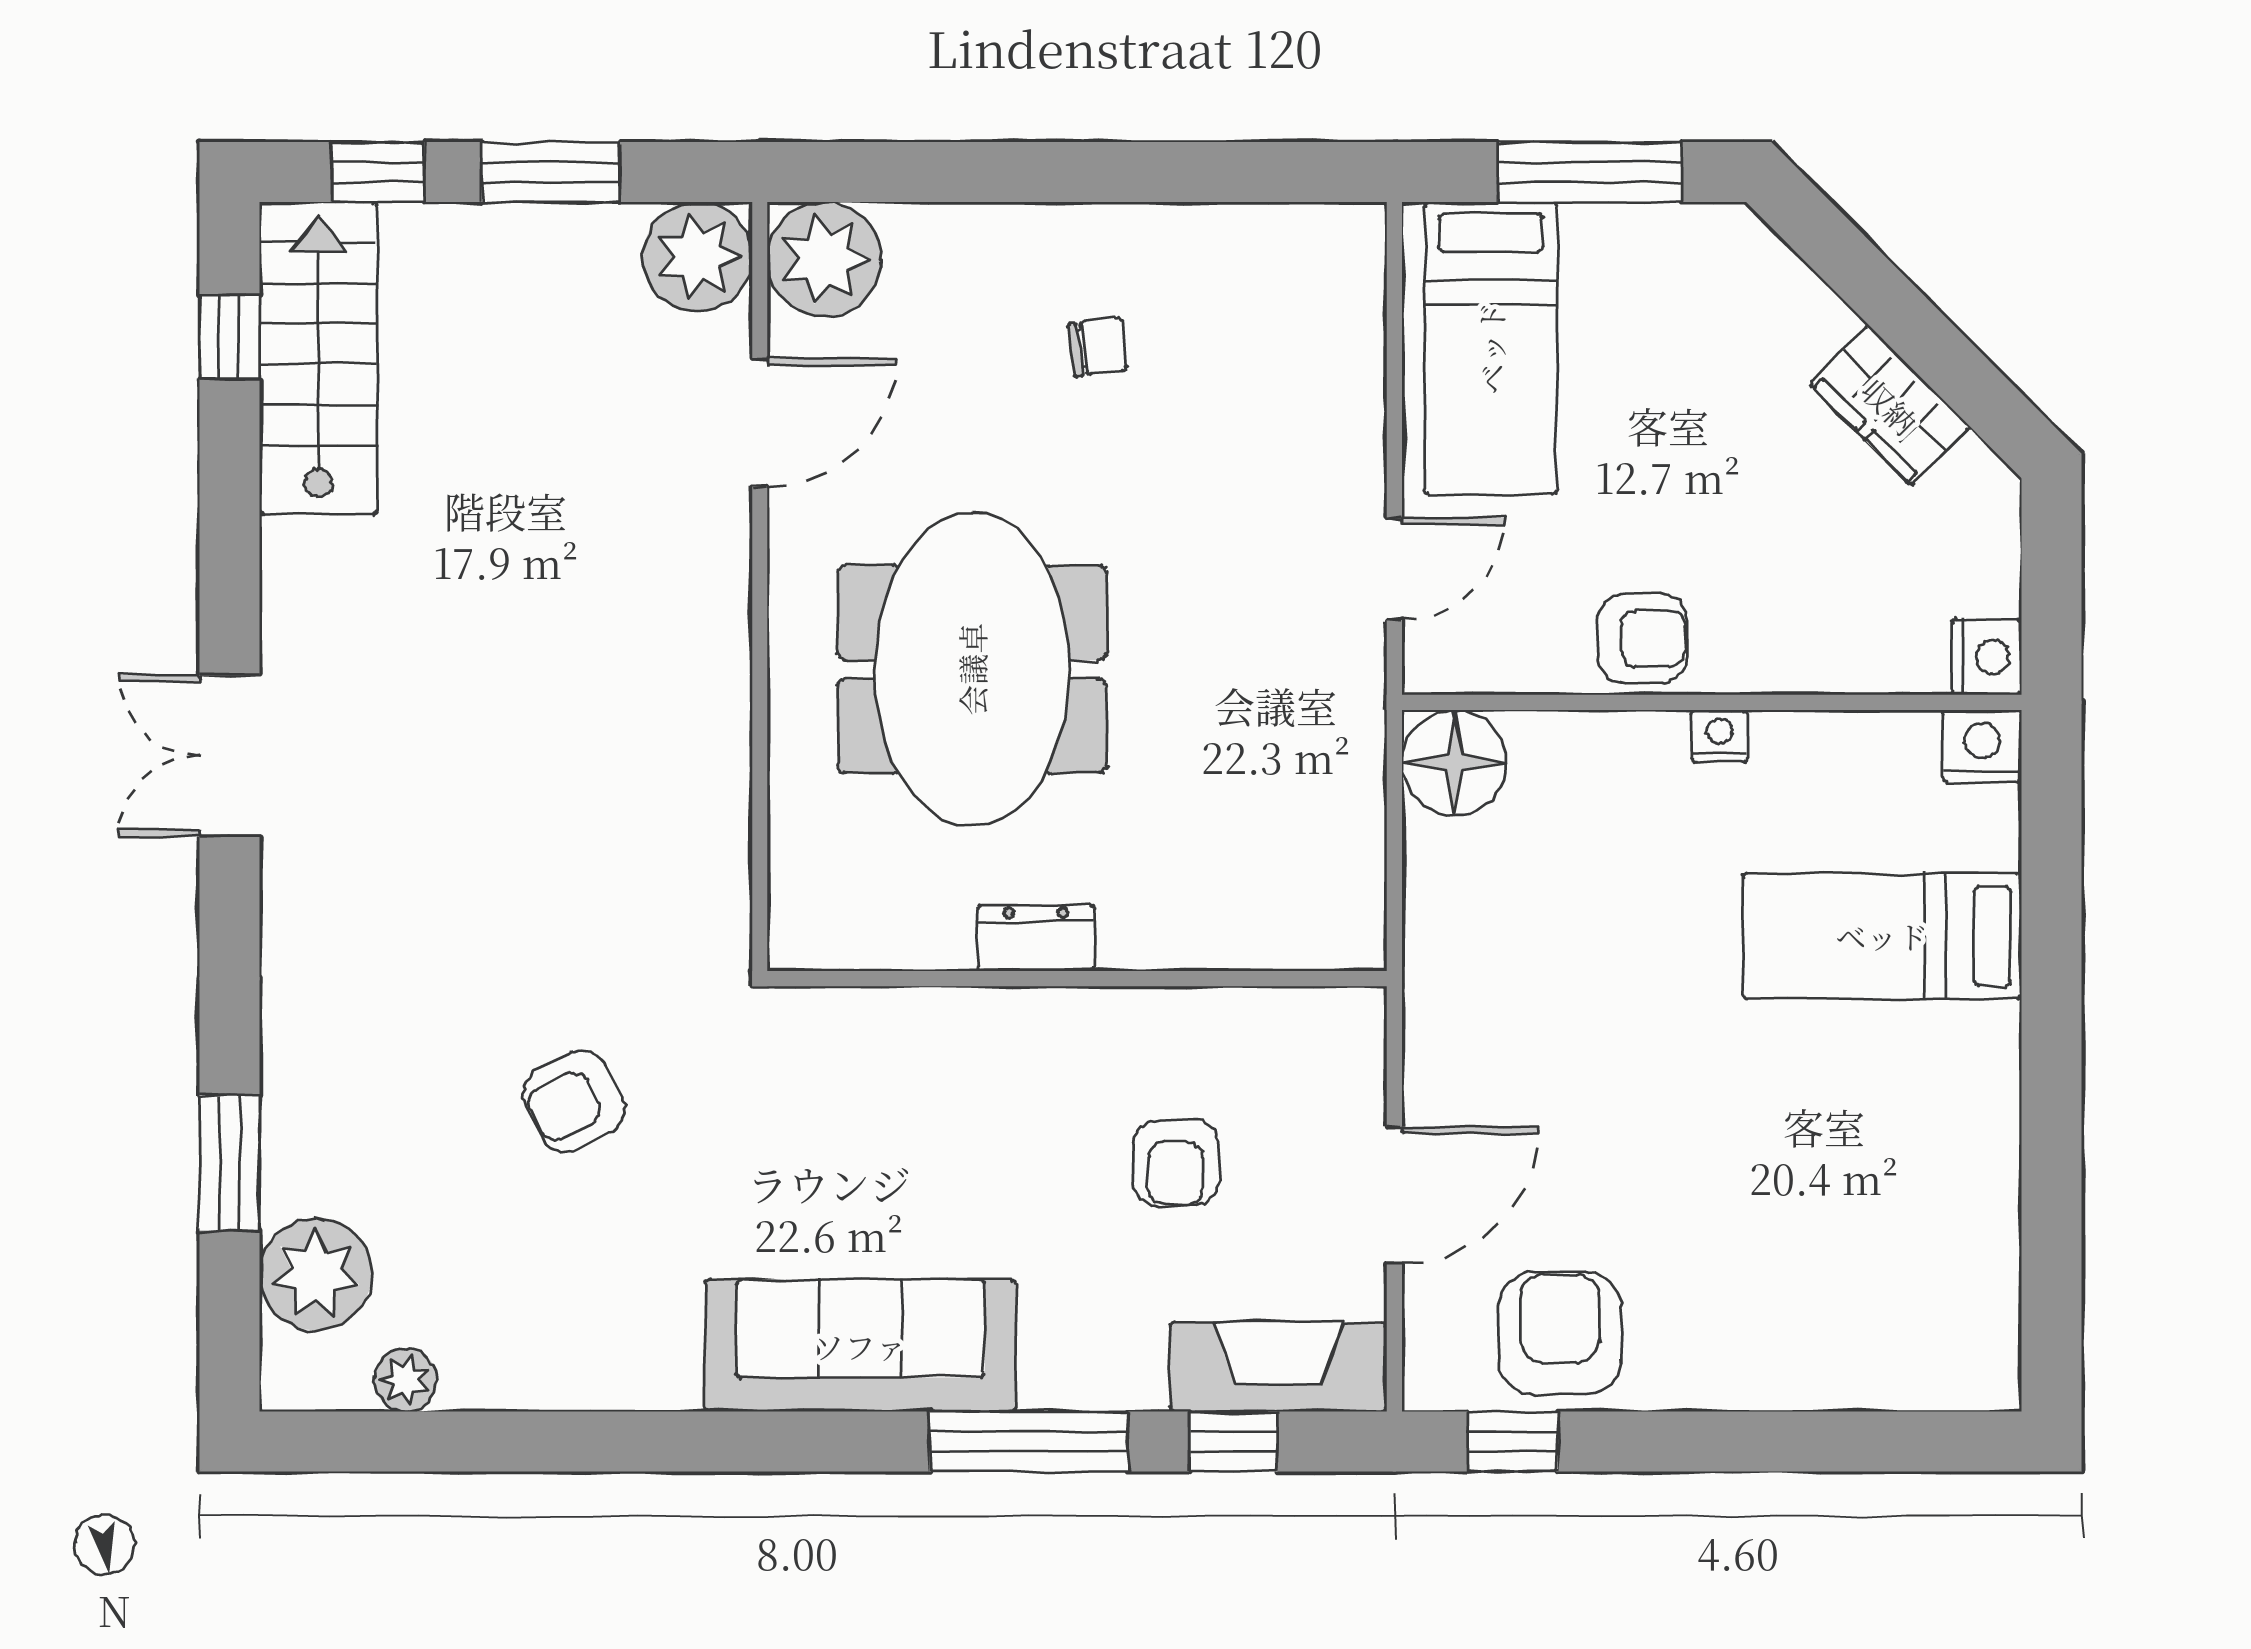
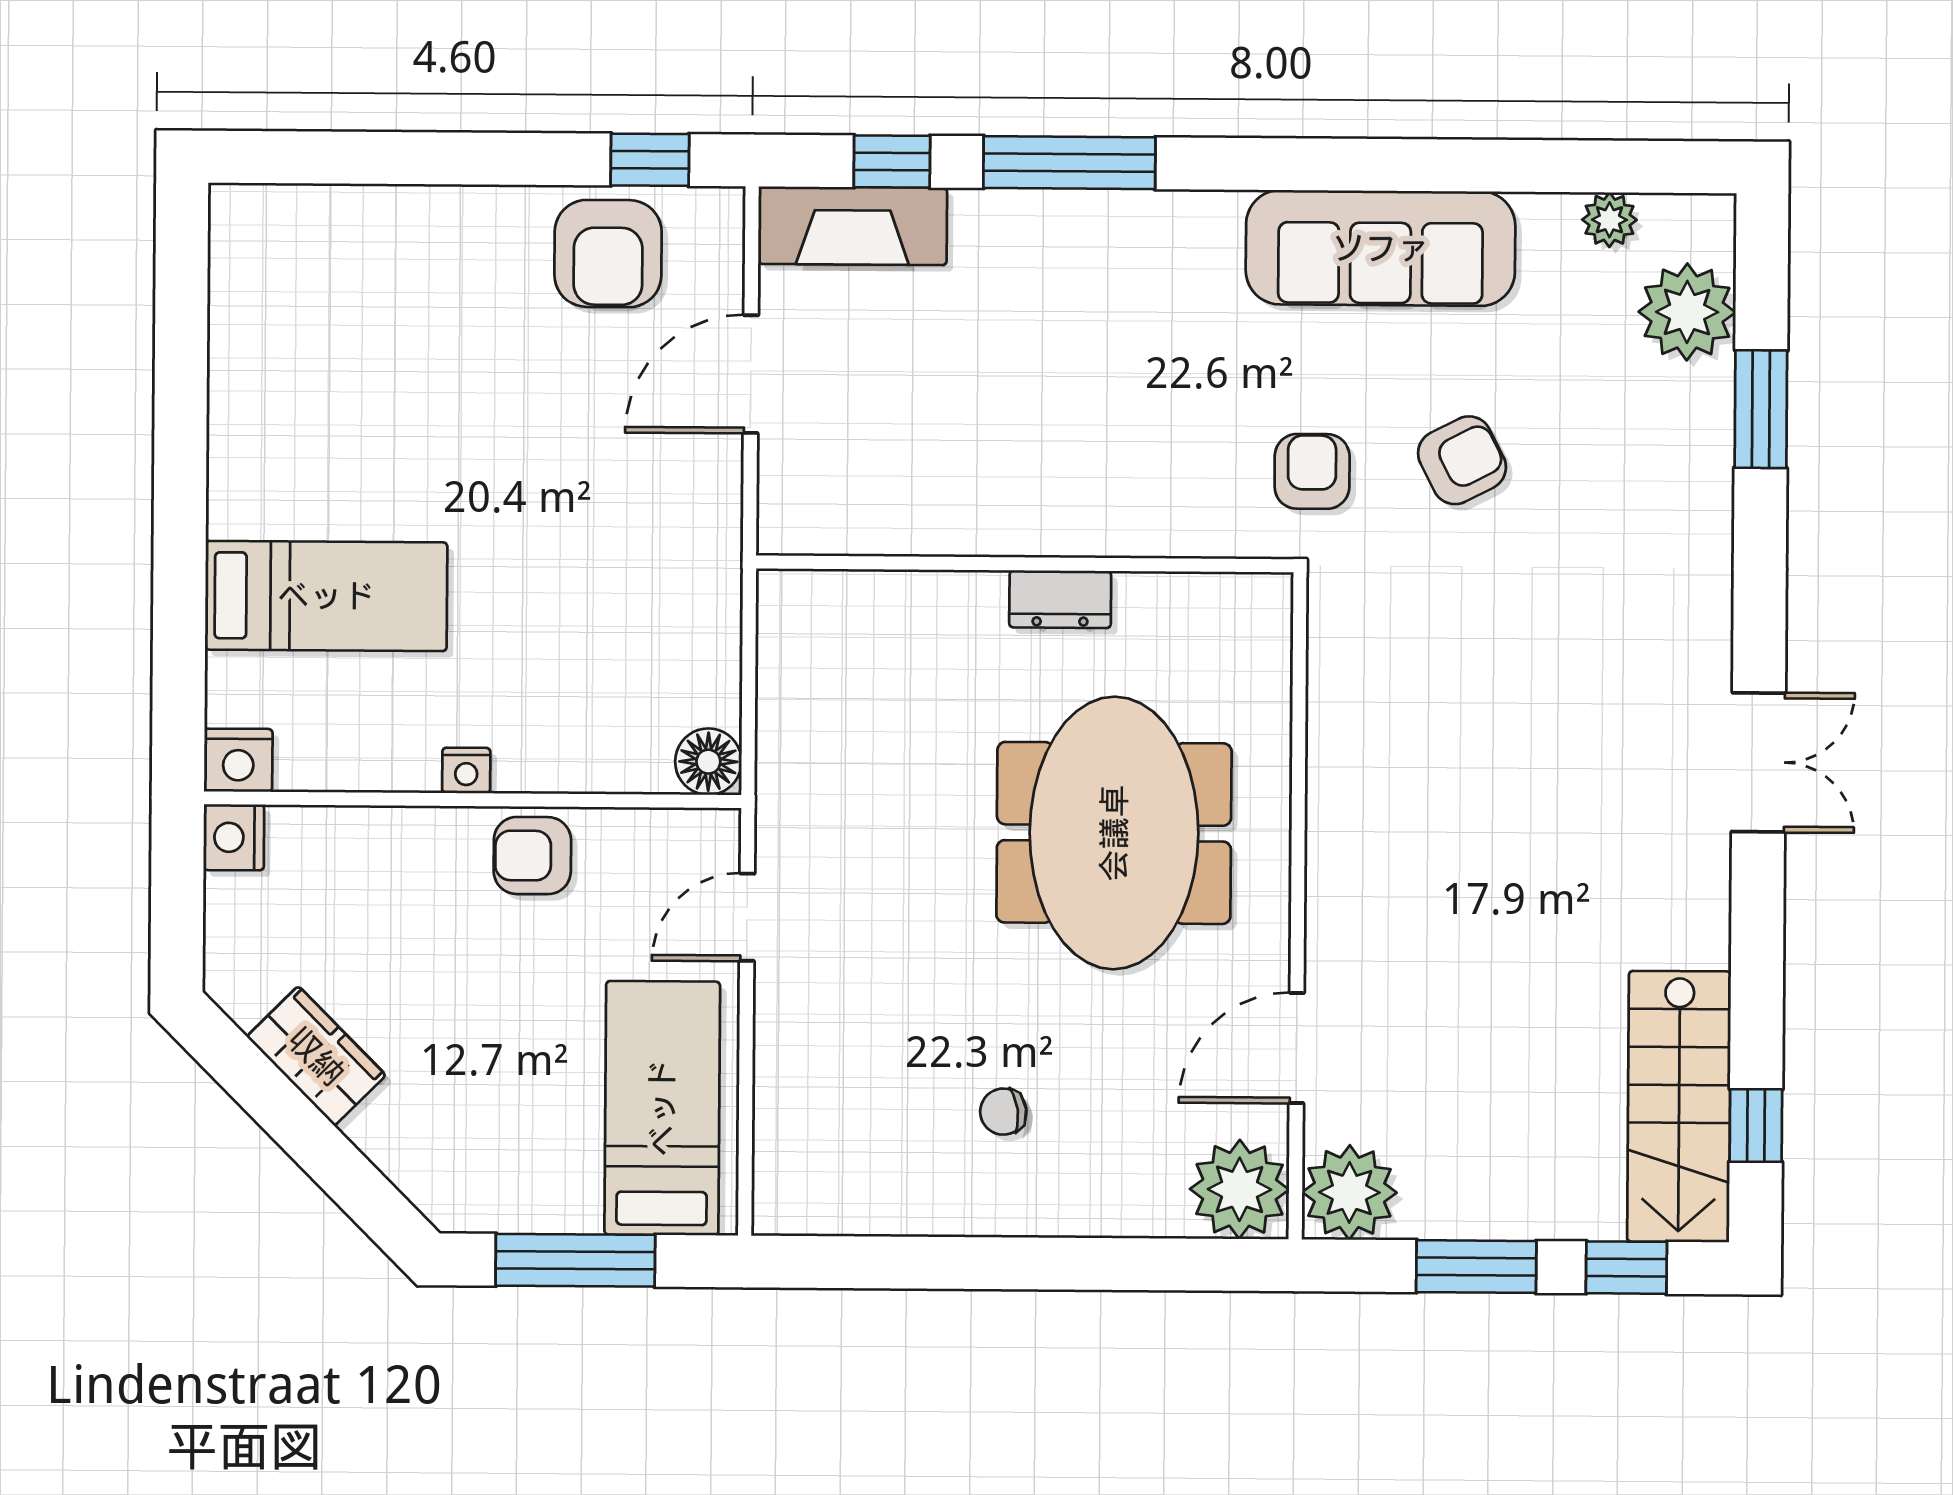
floor lamp: (1455, 762) -> (708, 762), width x0.73, depth x0.73
armchair: (1176, 1163) -> (1312, 471), moved
sofa: (860, 1346) -> (1381, 248), moved

